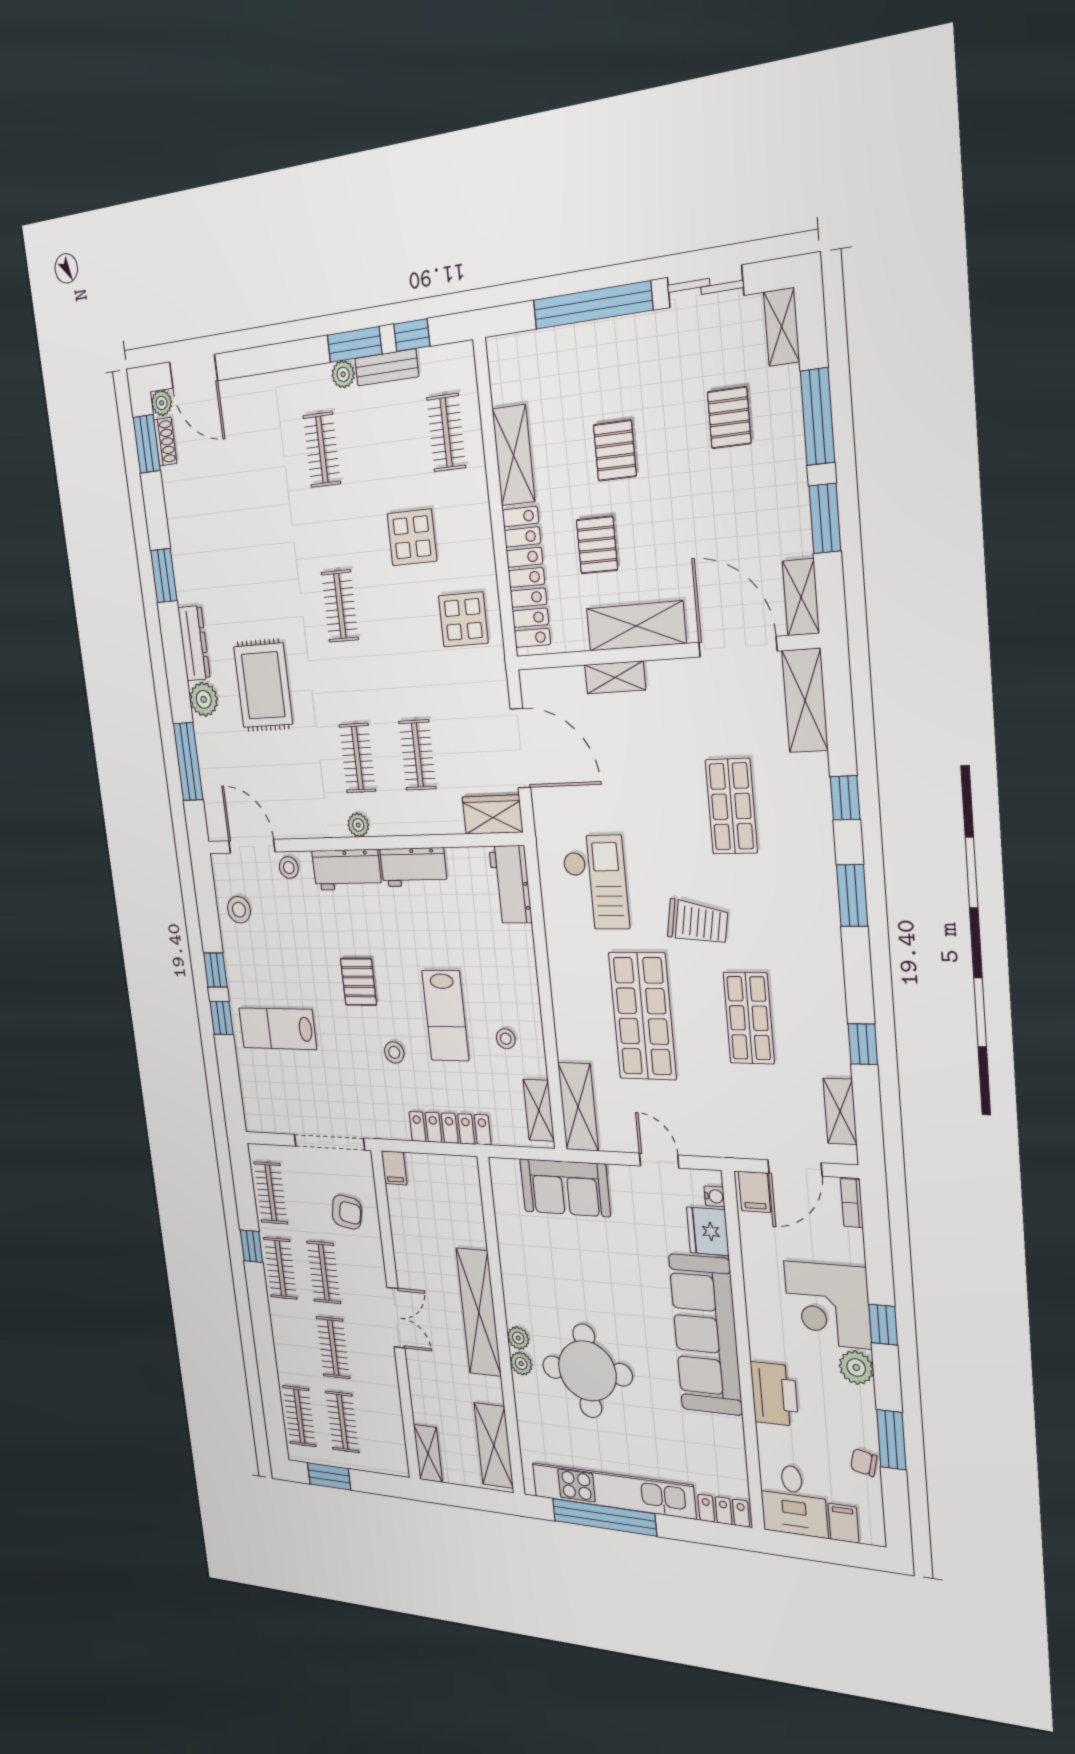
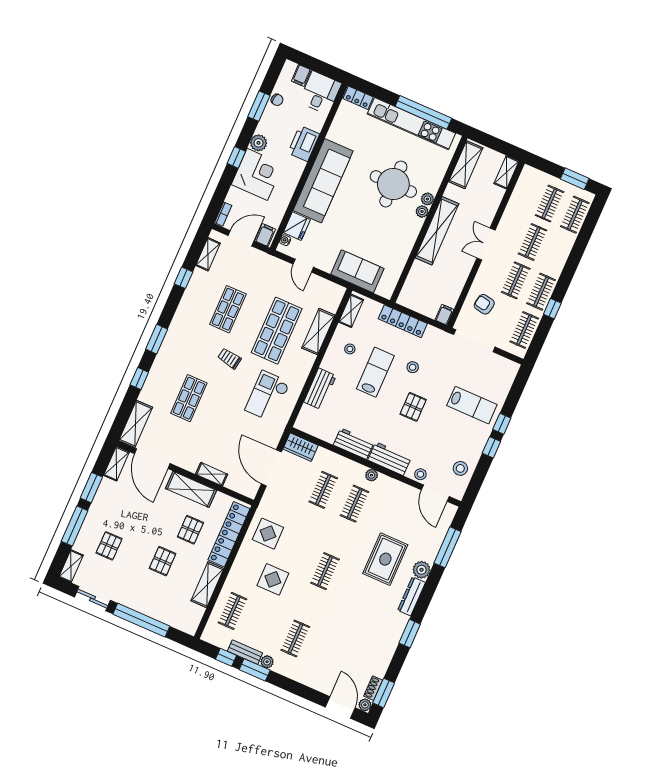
workbench: (510, 884) -> (320, 389), moved
trolley: (697, 922) -> (230, 358), width x0.73, depth x0.72
shelving: (578, 1107) -> (318, 332), moved

